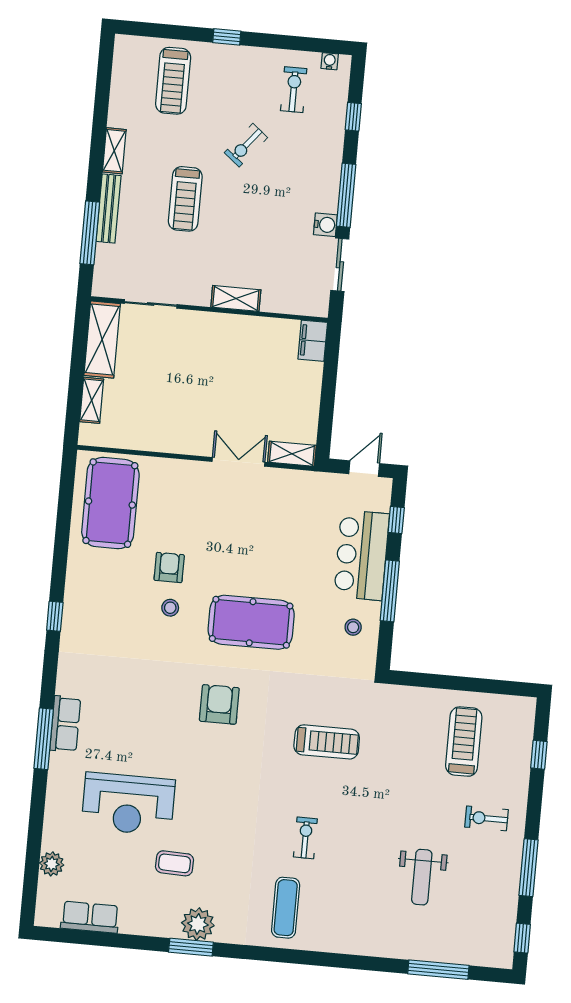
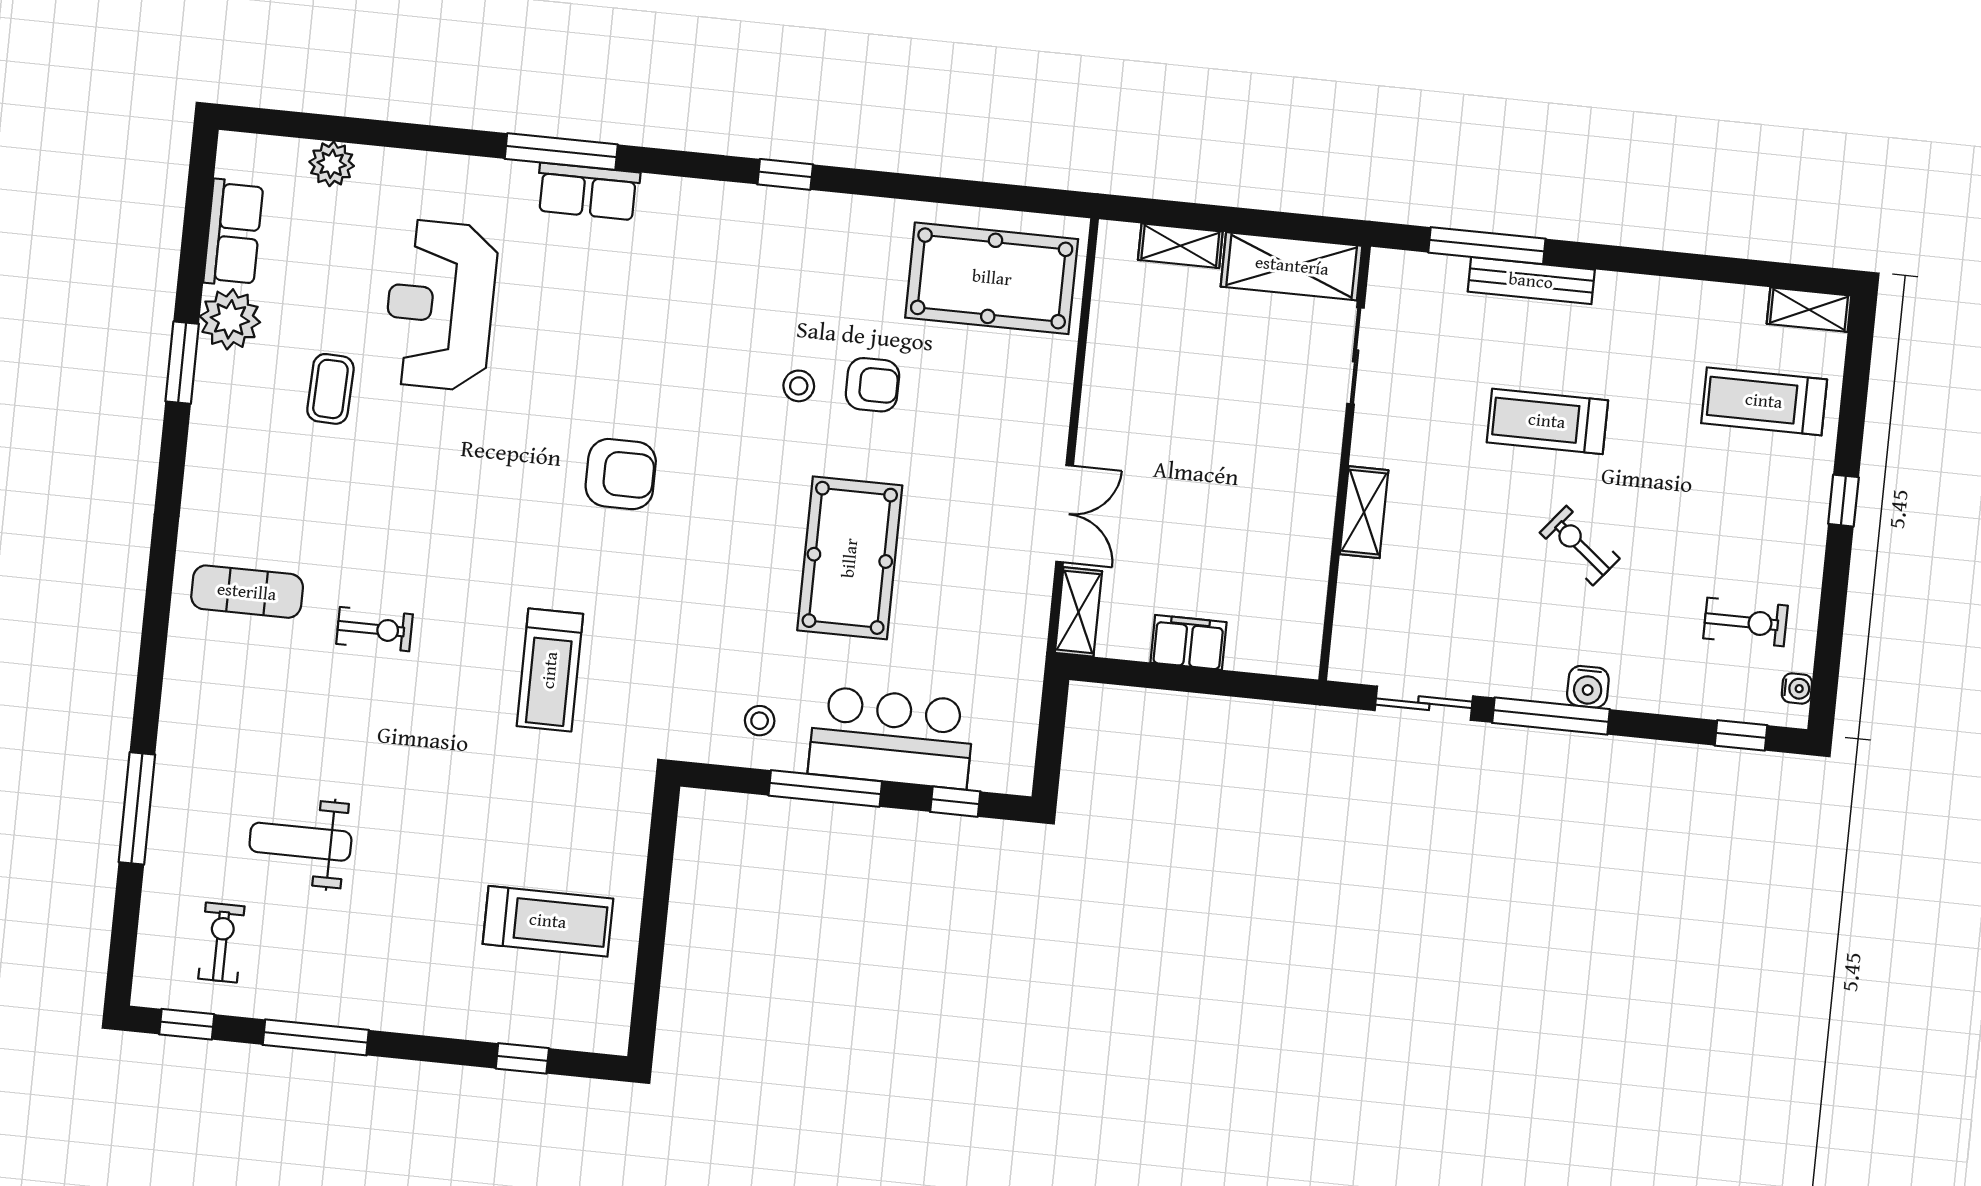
window: (353, 117) -> (1741, 735), moved
exercise bike: (246, 145) -> (1580, 546), moved
shelving: (114, 151) -> (1809, 310), moved
water cooler: (325, 225) -> (1588, 687), moved
filing cabinet: (313, 341) -> (1188, 642), moved
door: (364, 469) -> (1050, 744), removed
pool table: (251, 622) -> (850, 558), moved
exercise bike: (486, 818) -> (221, 943), moved
plant: (198, 924) -> (230, 319), moved
window: (191, 947) -> (182, 363), moved
window: (438, 970) -> (137, 808), moved

